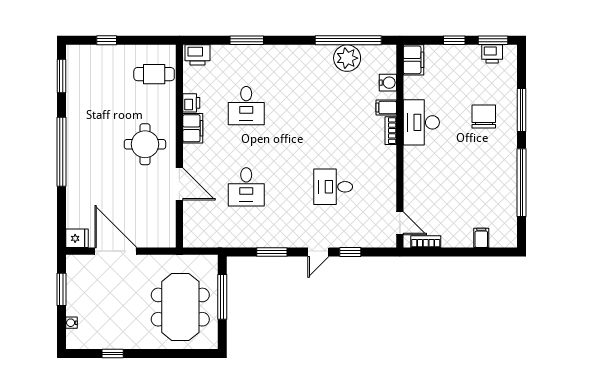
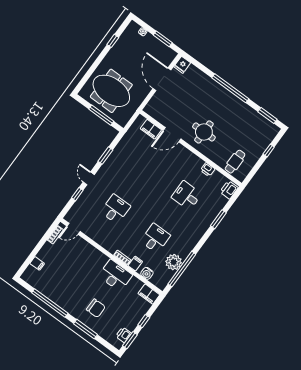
filing cabinet: (193, 128) -> (151, 129), moved
desk: (246, 187) -> (155, 238), moved, turned 90
door: (116, 251) -> (162, 79), swing flipped

